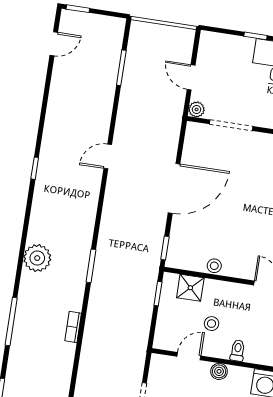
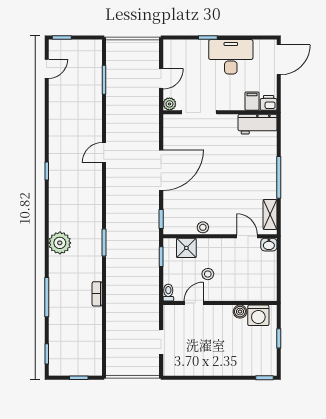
door: (191, 77) -> (161, 79), swing flipped
toilet: (238, 351) -> (168, 293), moved
boiler: (219, 371) -> (240, 312), moved

